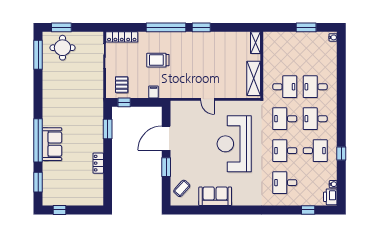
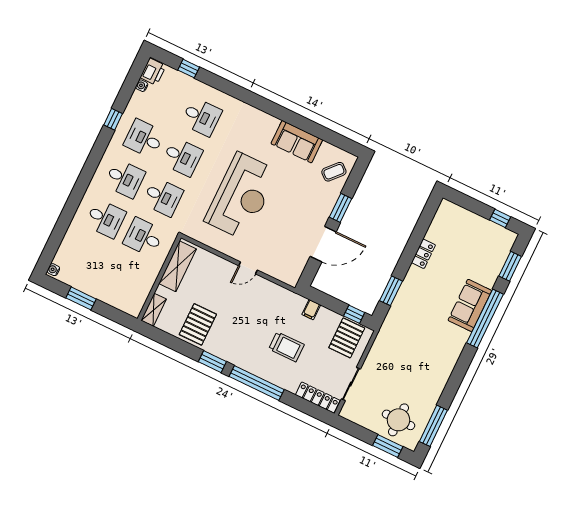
pallet: (222, 47) -> (198, 324), added
pallet: (122, 85) -> (347, 338), width x1.50, depth x1.42
door: (207, 99) -> (248, 268), swing flipped

